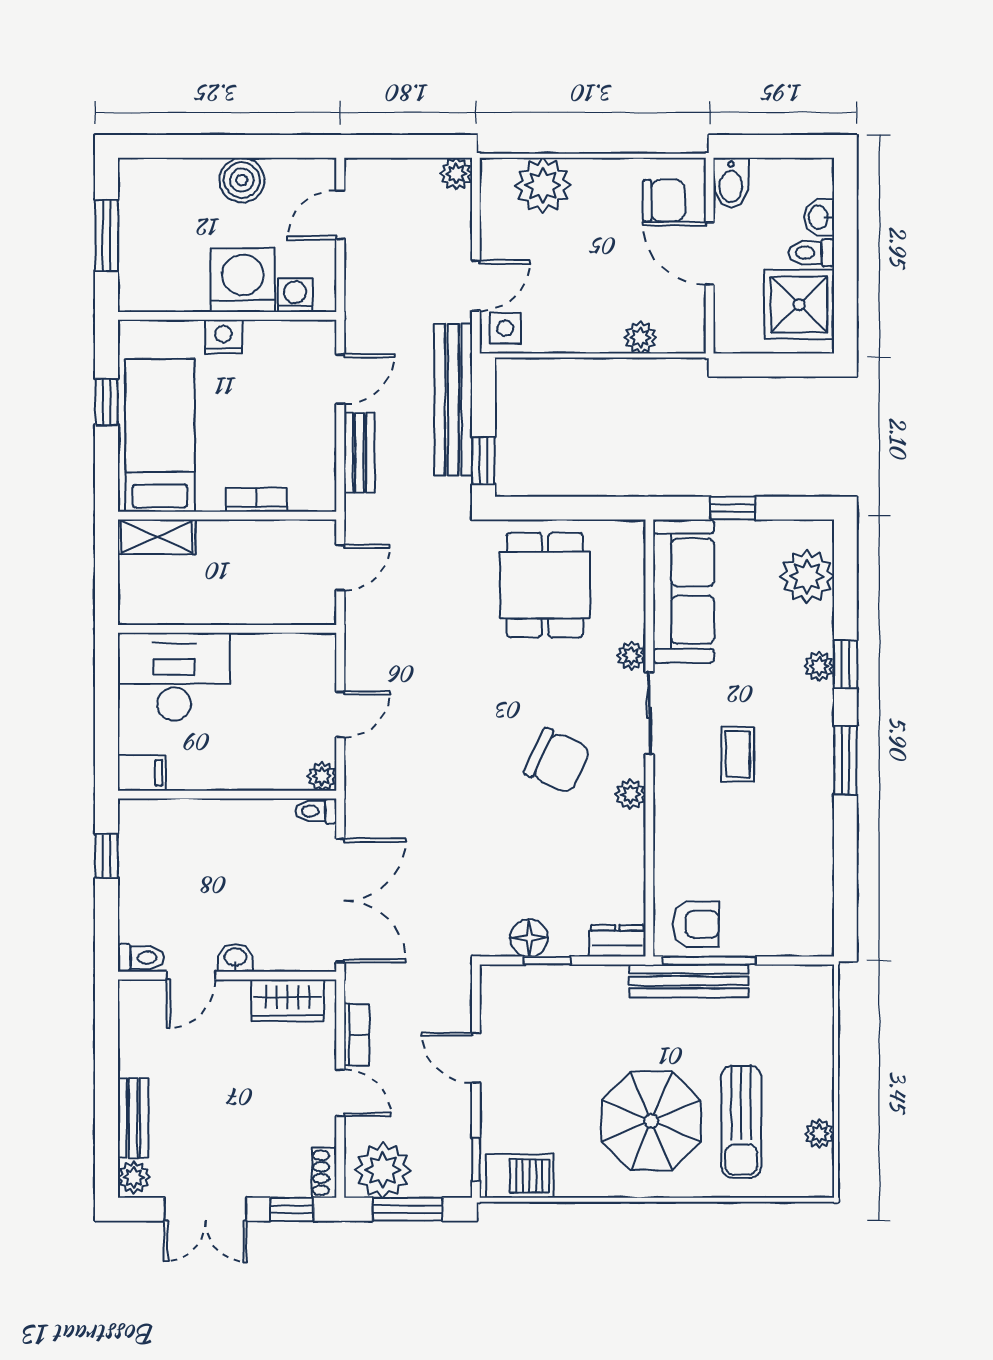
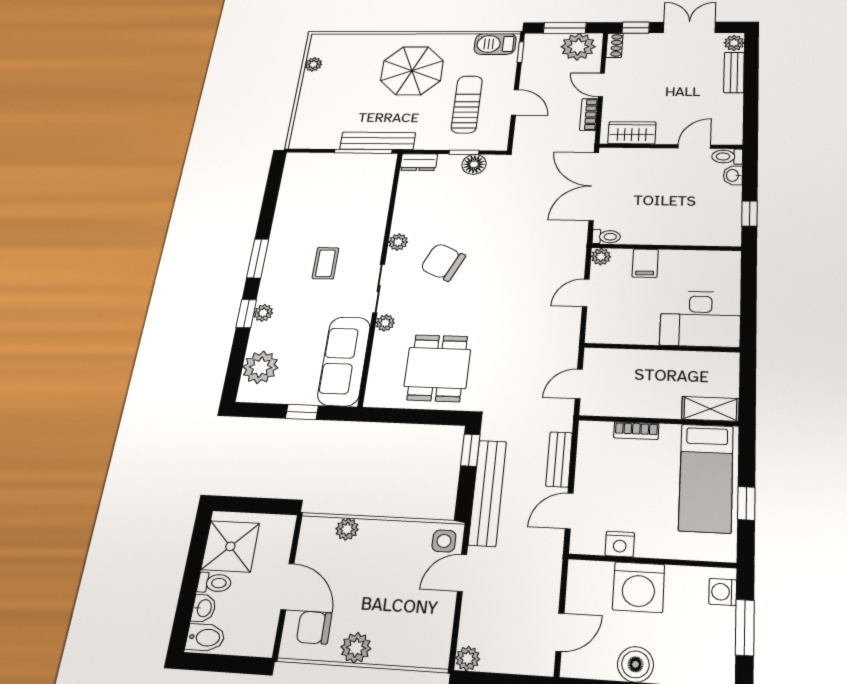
bidet: (731, 183) -> (205, 637), moved, turned 90
plant: (543, 185) -> (356, 648), moved, width x0.73, depth x0.73
washing machine: (295, 295) -> (723, 592), moved, turned 90
nightstand: (223, 337) -> (620, 544), moved
filing cabinet: (142, 773) -> (645, 263), moved, turned -90
armchair: (696, 924) -> (368, 170), removed
washbasin: (235, 958) -> (733, 175), moved, turned 90
sun lounger: (741, 1122) -> (467, 104), moved

